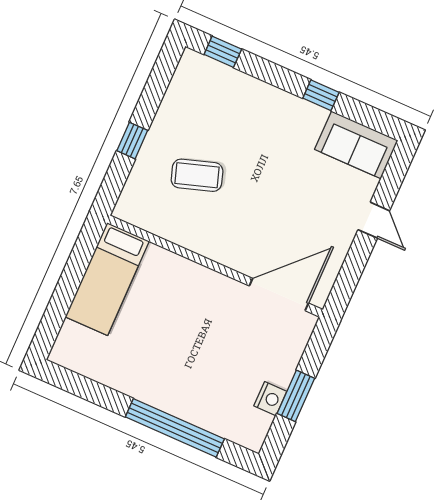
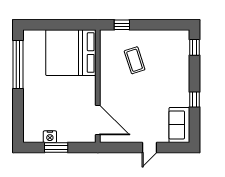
window: (132, 141) -> (122, 25), moved
bed: (107, 279) -> (71, 53), width x2.04
window: (175, 428) -> (18, 64), moved

